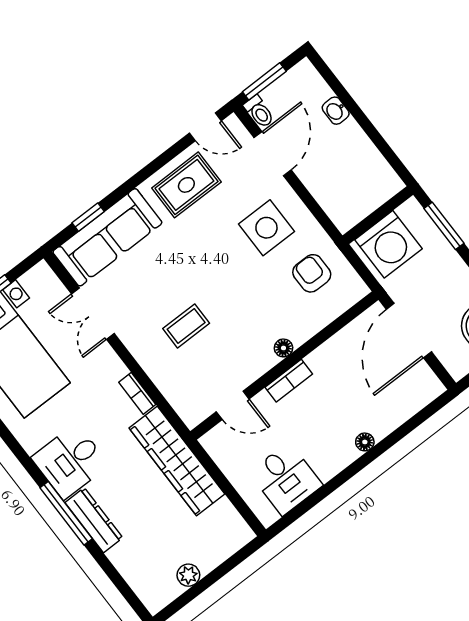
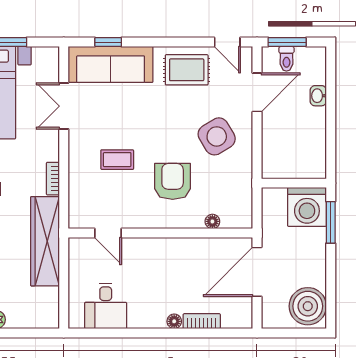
toilet: (259, 112) -> (286, 59), moved
side table: (266, 228) -> (217, 136), turned -31
washing machine: (389, 244) -> (307, 207), moved
armchair: (312, 273) -> (173, 181), moved, width x1.38, depth x1.38
floor lamp: (283, 348) -> (212, 221), moved
bookcase: (289, 381) -> (202, 321), moved, turned 180

